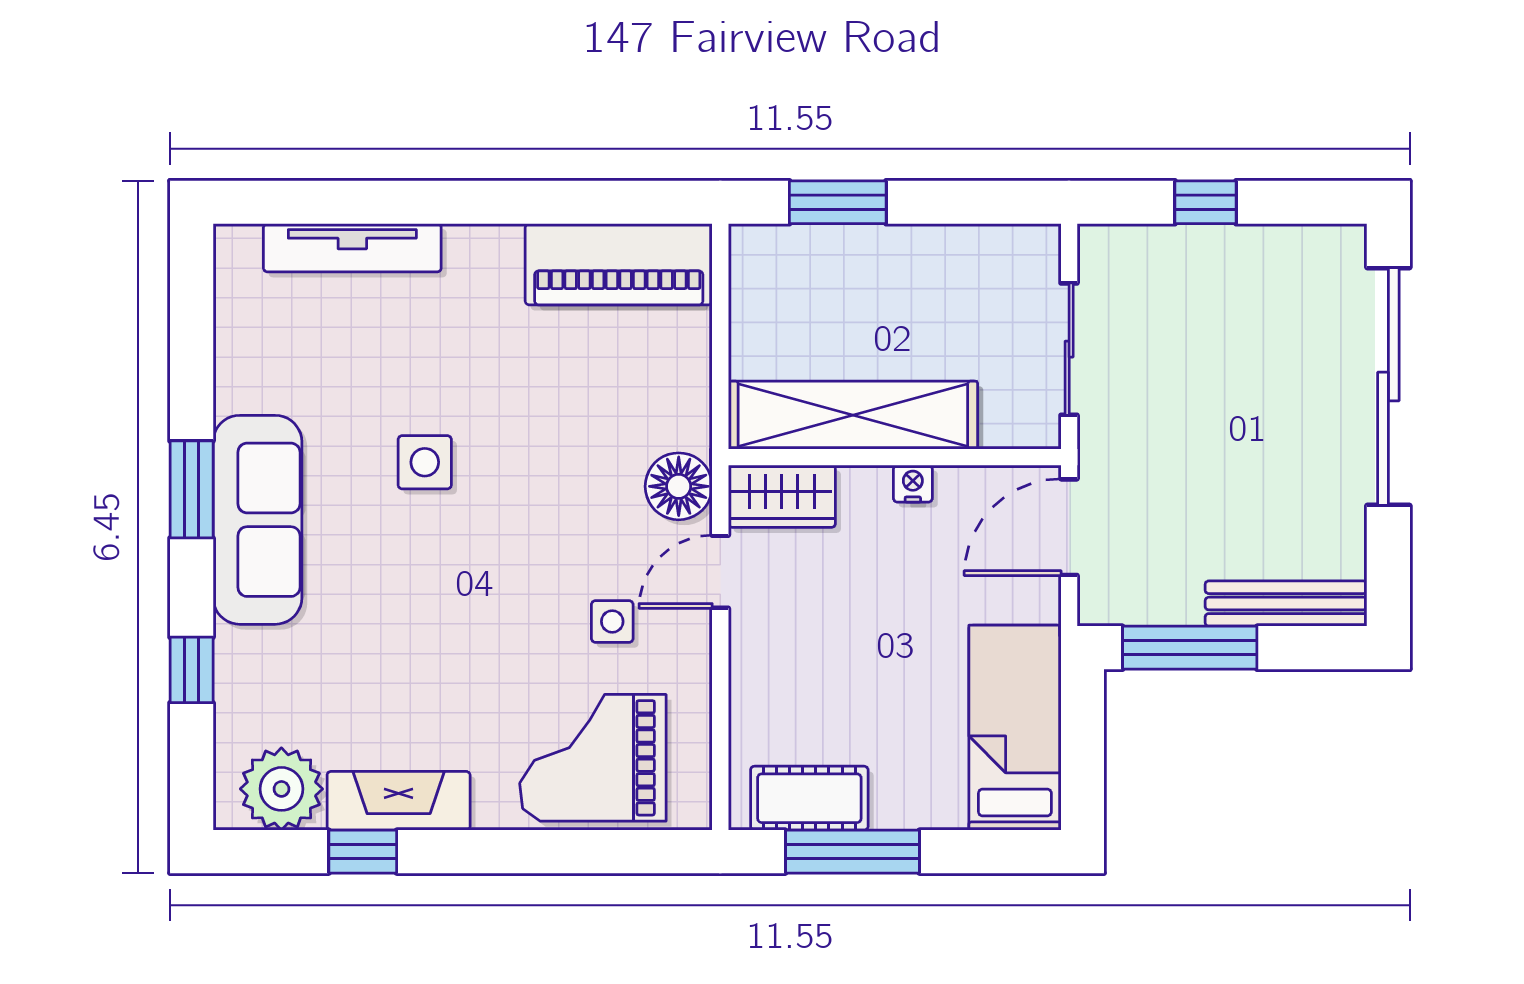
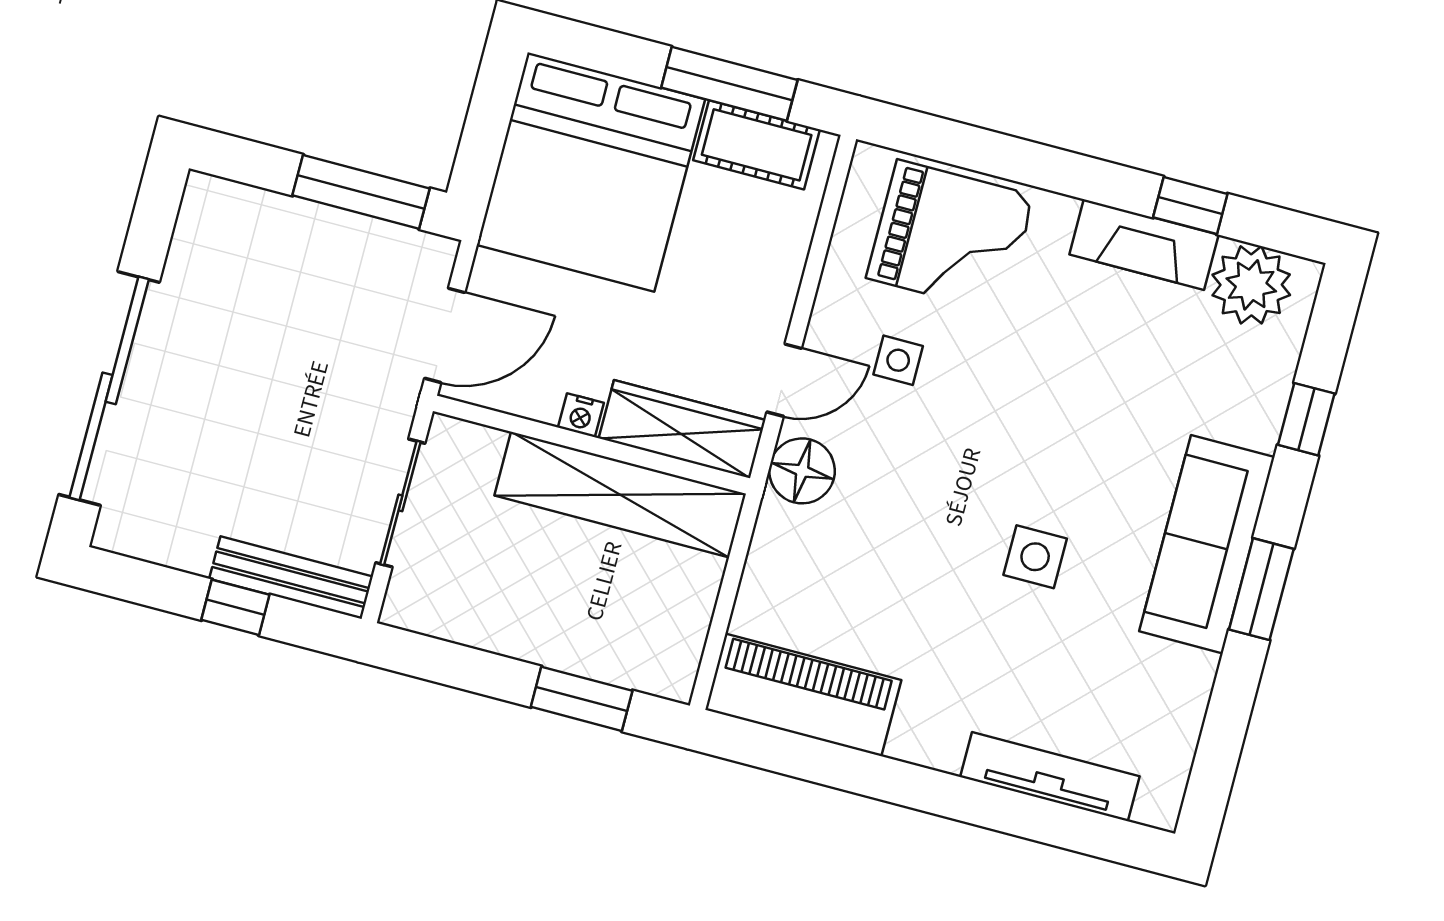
wardrobe: (782, 496) -> (682, 429), width x1.50
bench: (1286, 604) -> (291, 578), moved
bed: (1015, 728) -> (591, 172), width x2.04

